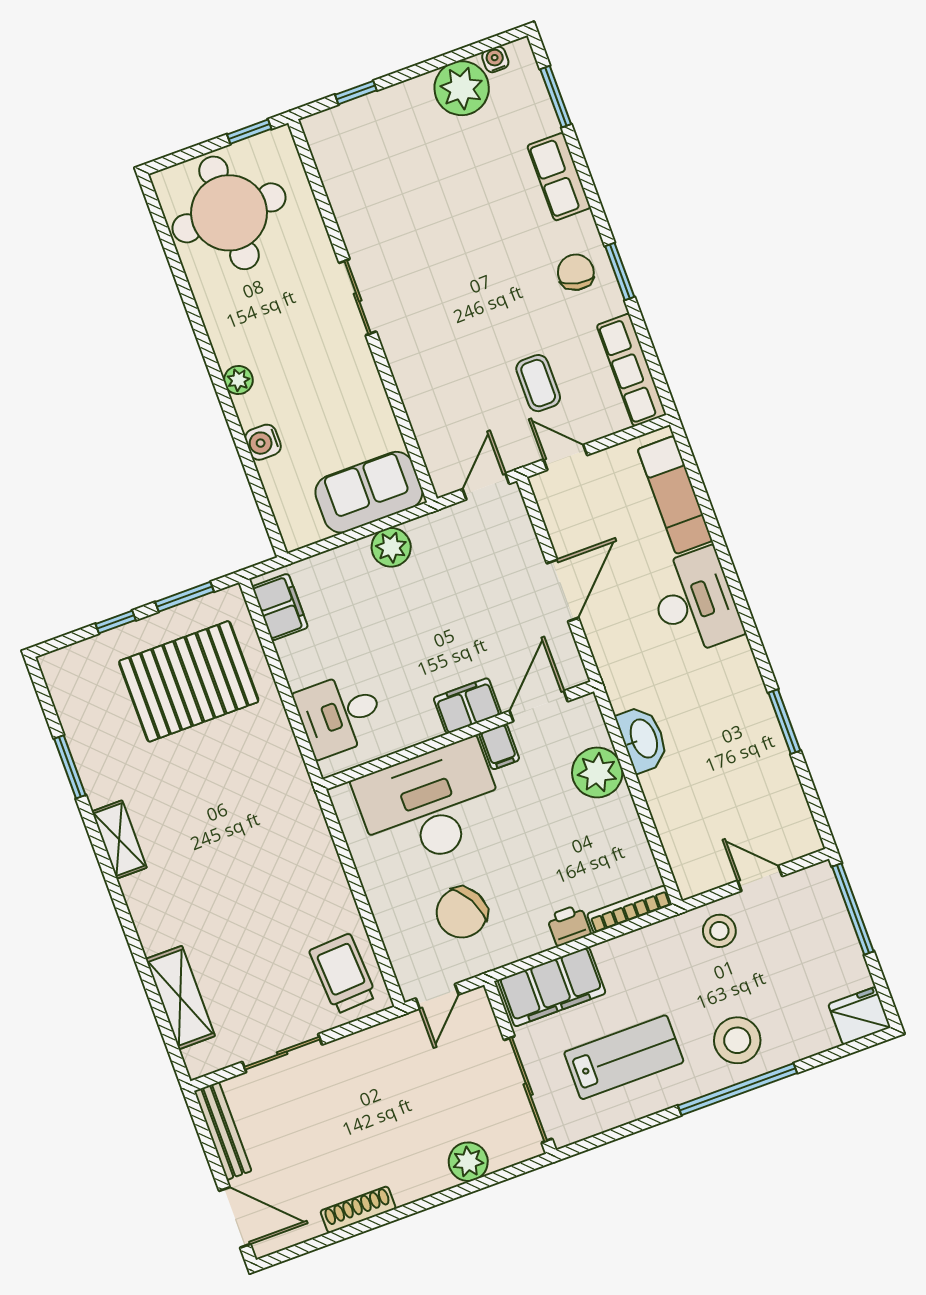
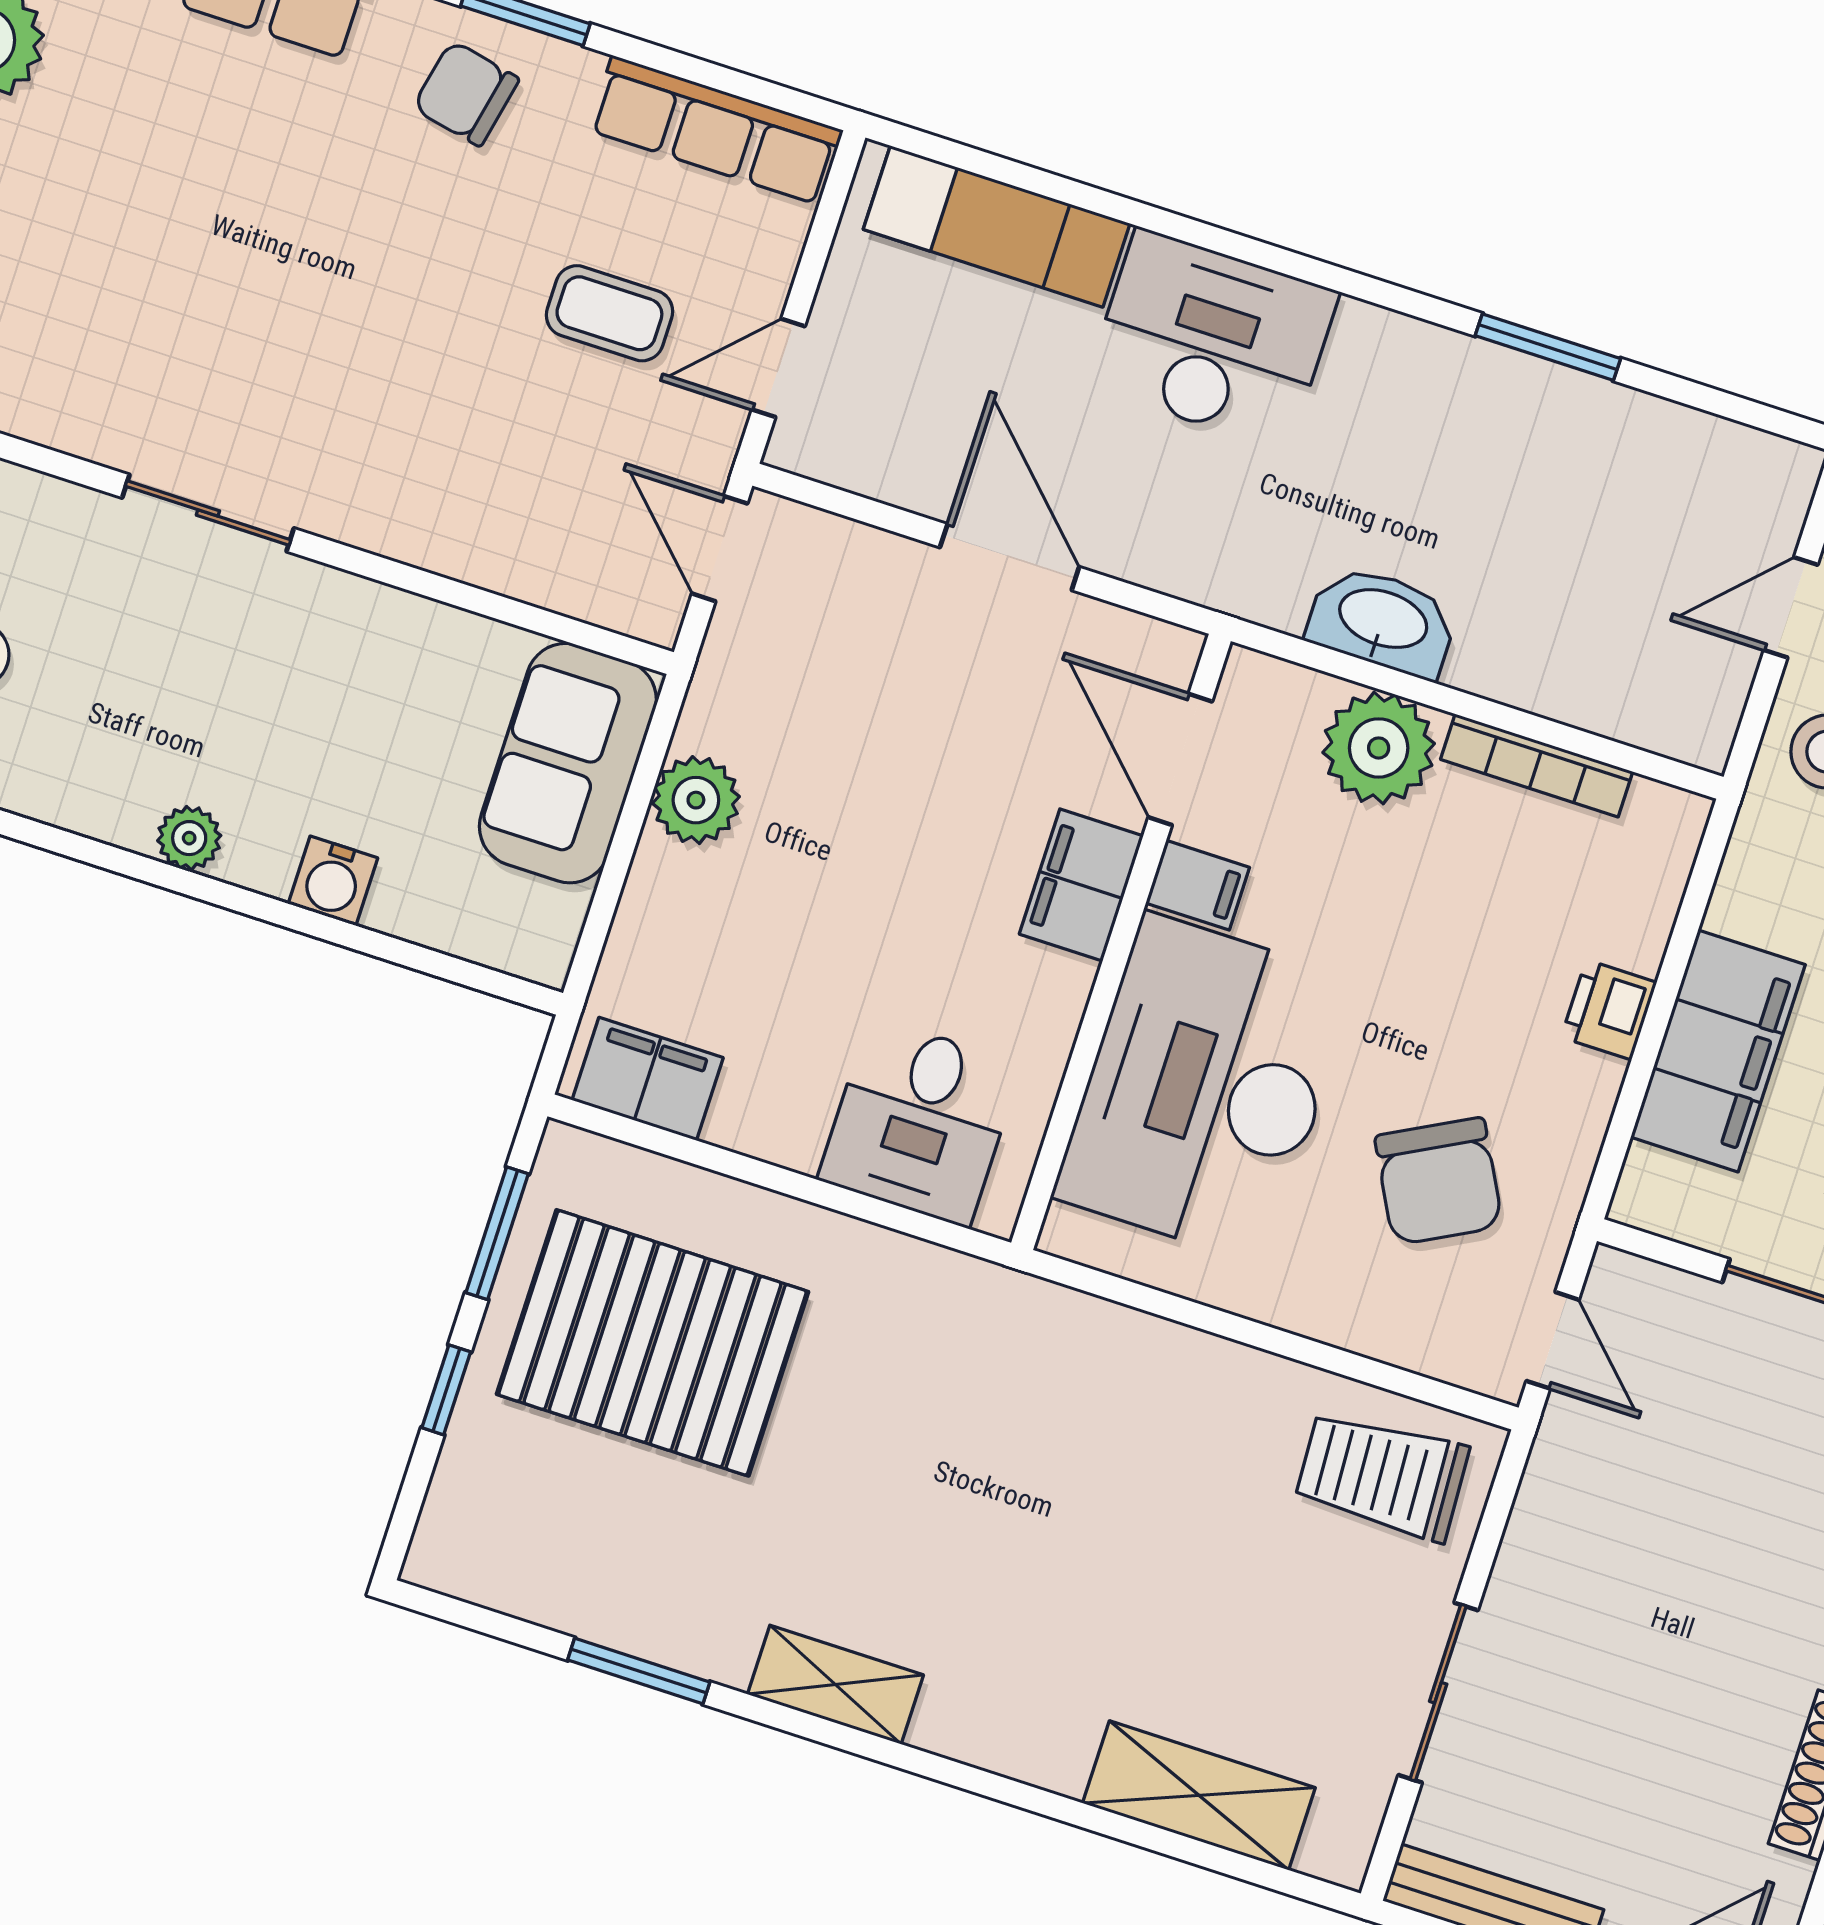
pallet: (189, 681) -> (652, 1343), turned 90
bookcase: (630, 909) -> (1537, 765), moved, turned -90
filing cabinet: (552, 987) -> (1718, 1051), moved

